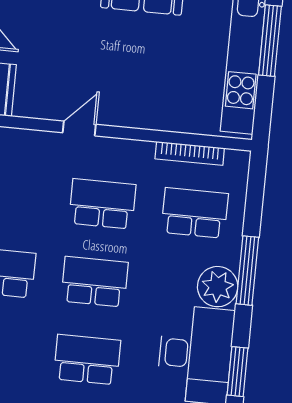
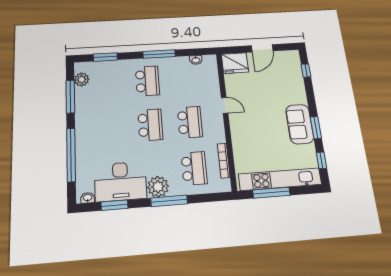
window: (270, 41) -> (271, 193), moved
school desk: (87, 360) -> (110, 128), removed

